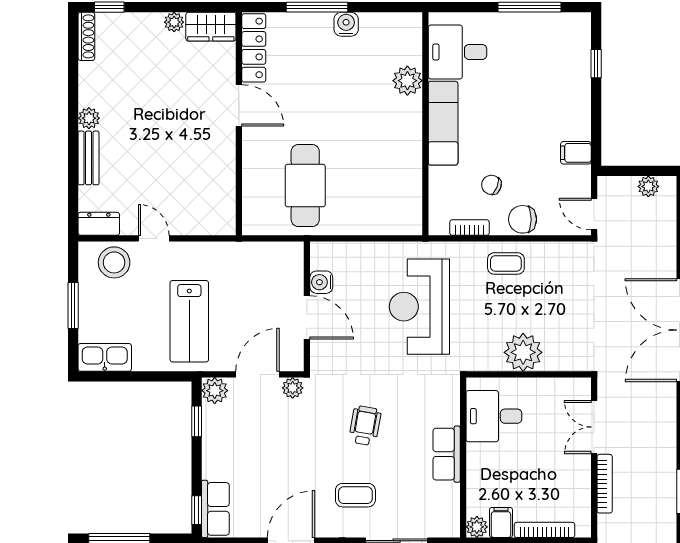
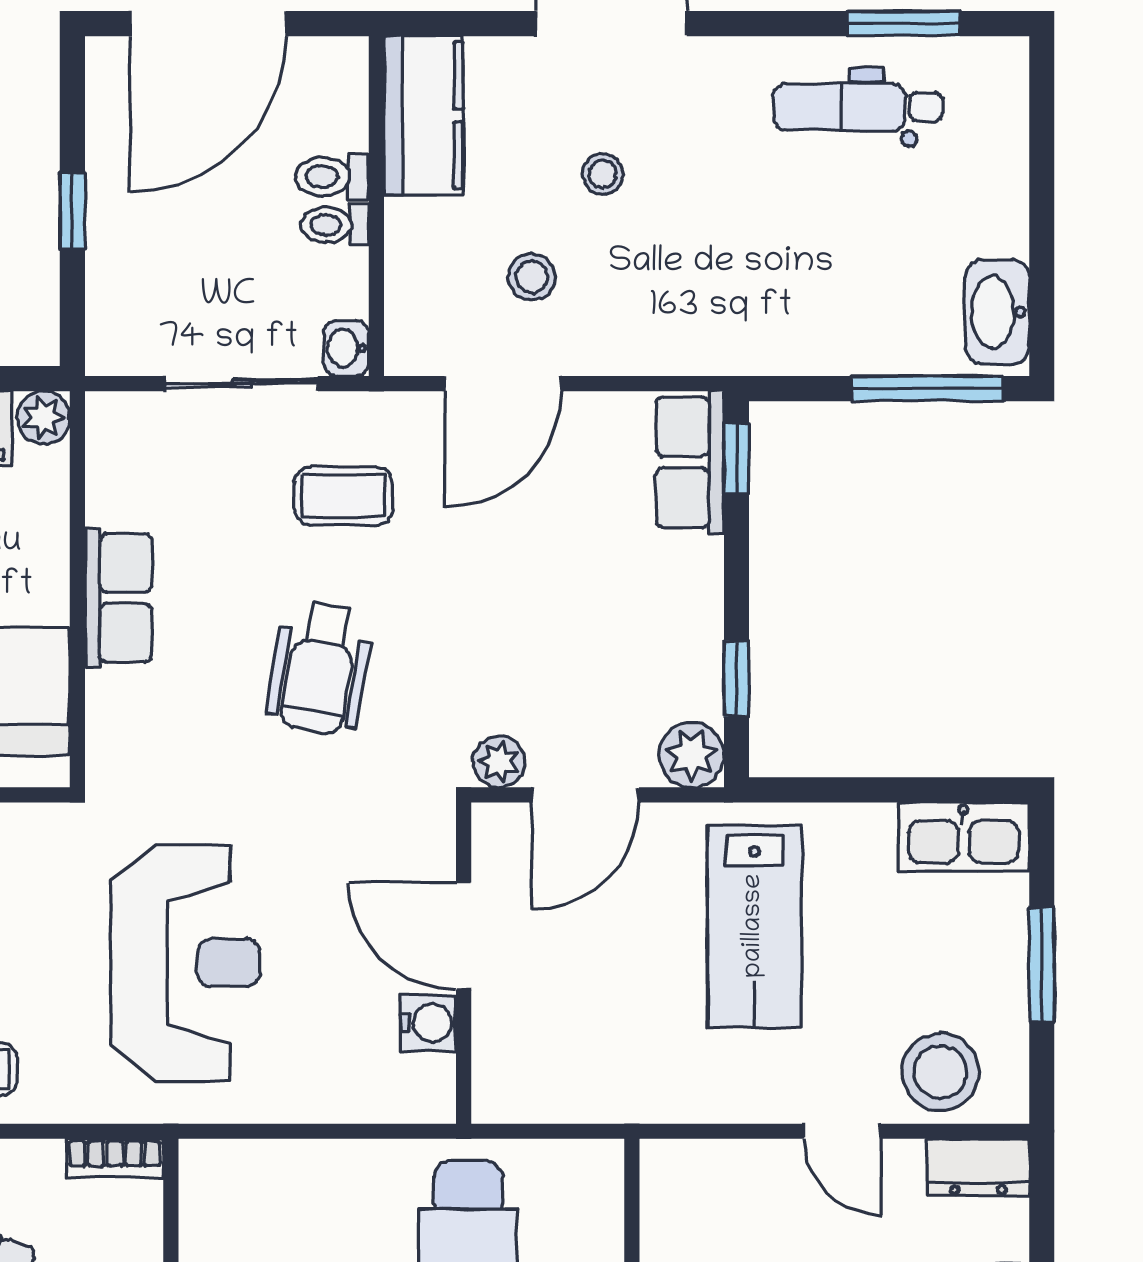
bookcase: (469, 228) -> (115, 1158), moved
lab bench: (189, 321) -> (754, 926), turned 180
wheelchair: (365, 426) -> (320, 668), width x1.36, depth x1.37

